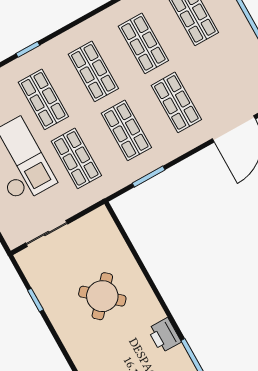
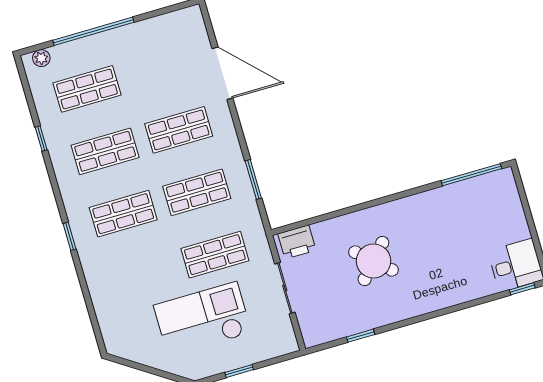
window: (28, 49) -> (70, 236), moved
shop shelf: (43, 99) -> (141, 276), removed
sliding door: (47, 233) -> (285, 288), moved
printer: (164, 335) -> (297, 242), moved

